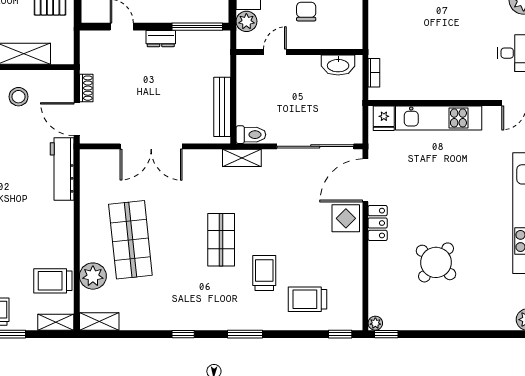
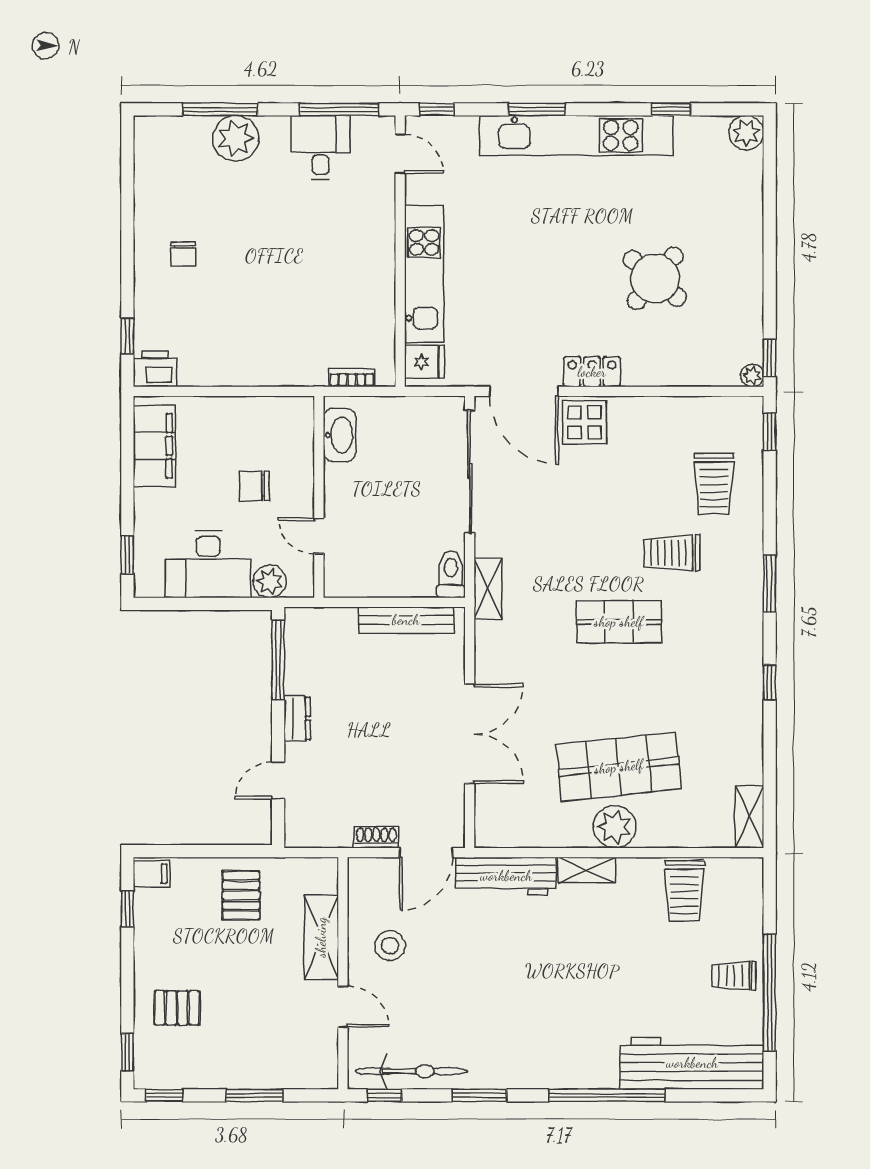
plant: (93, 276) -> (615, 827), moved
shelving: (56, 322) -> (587, 870), moved, turned 90

